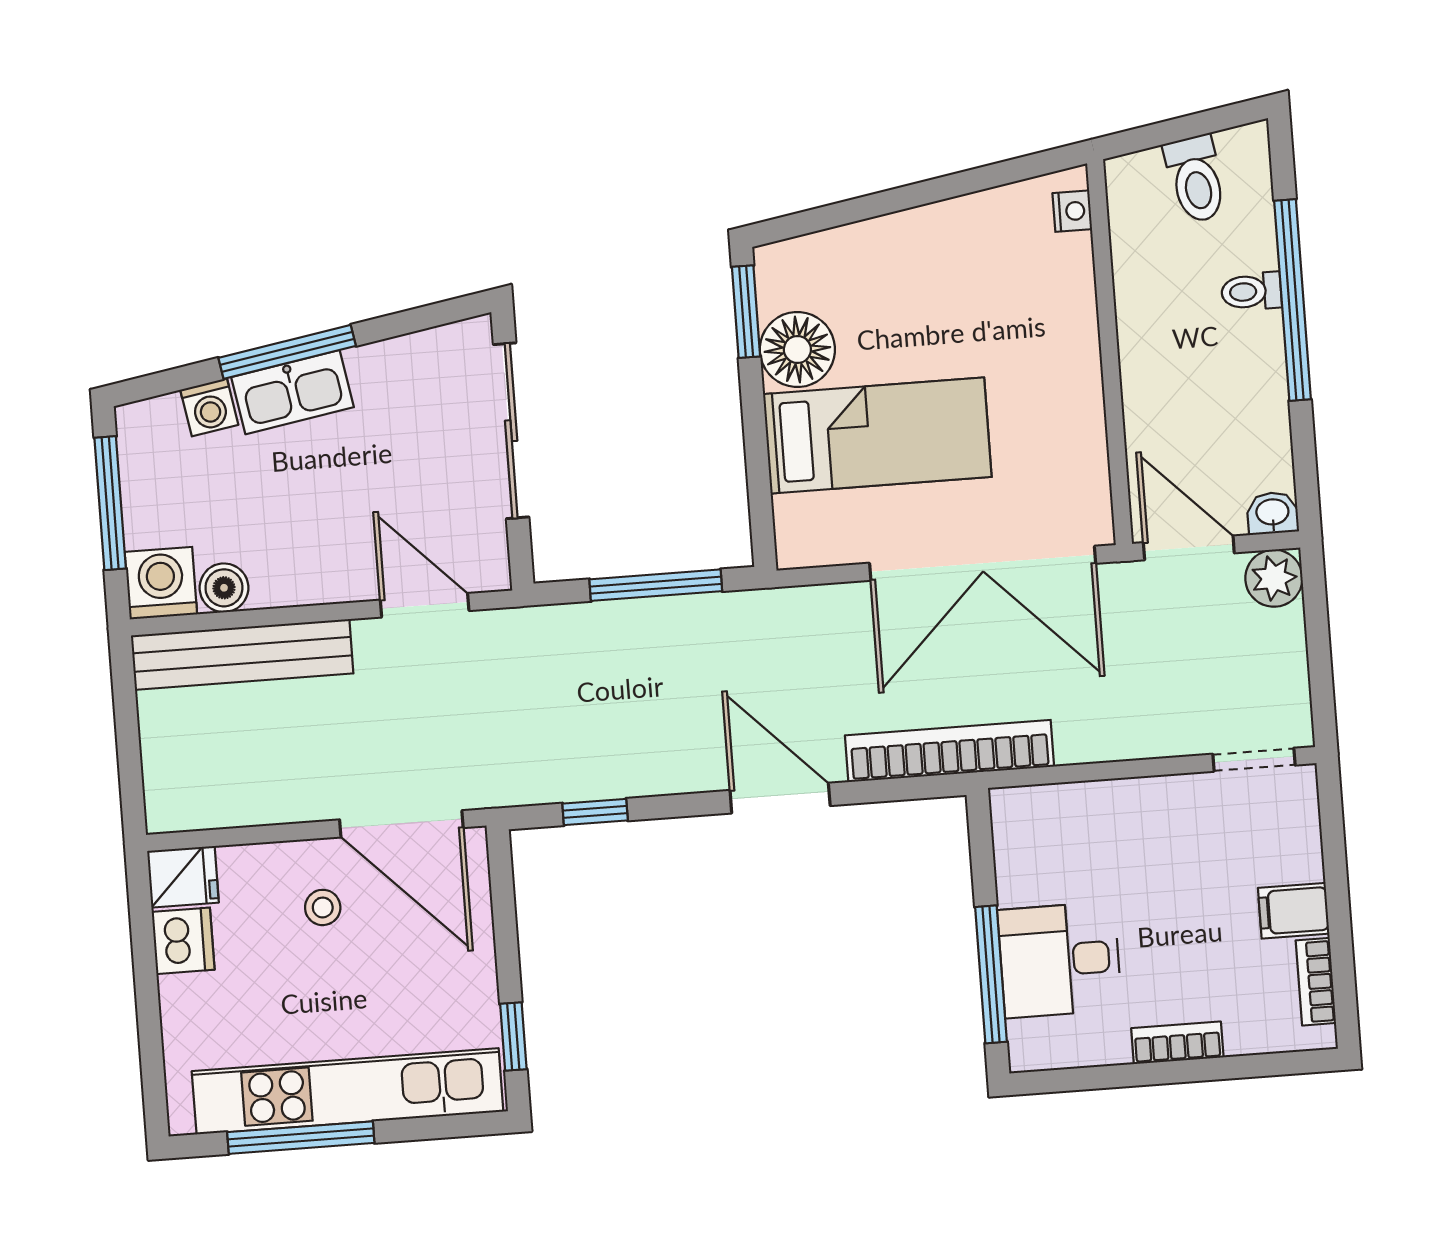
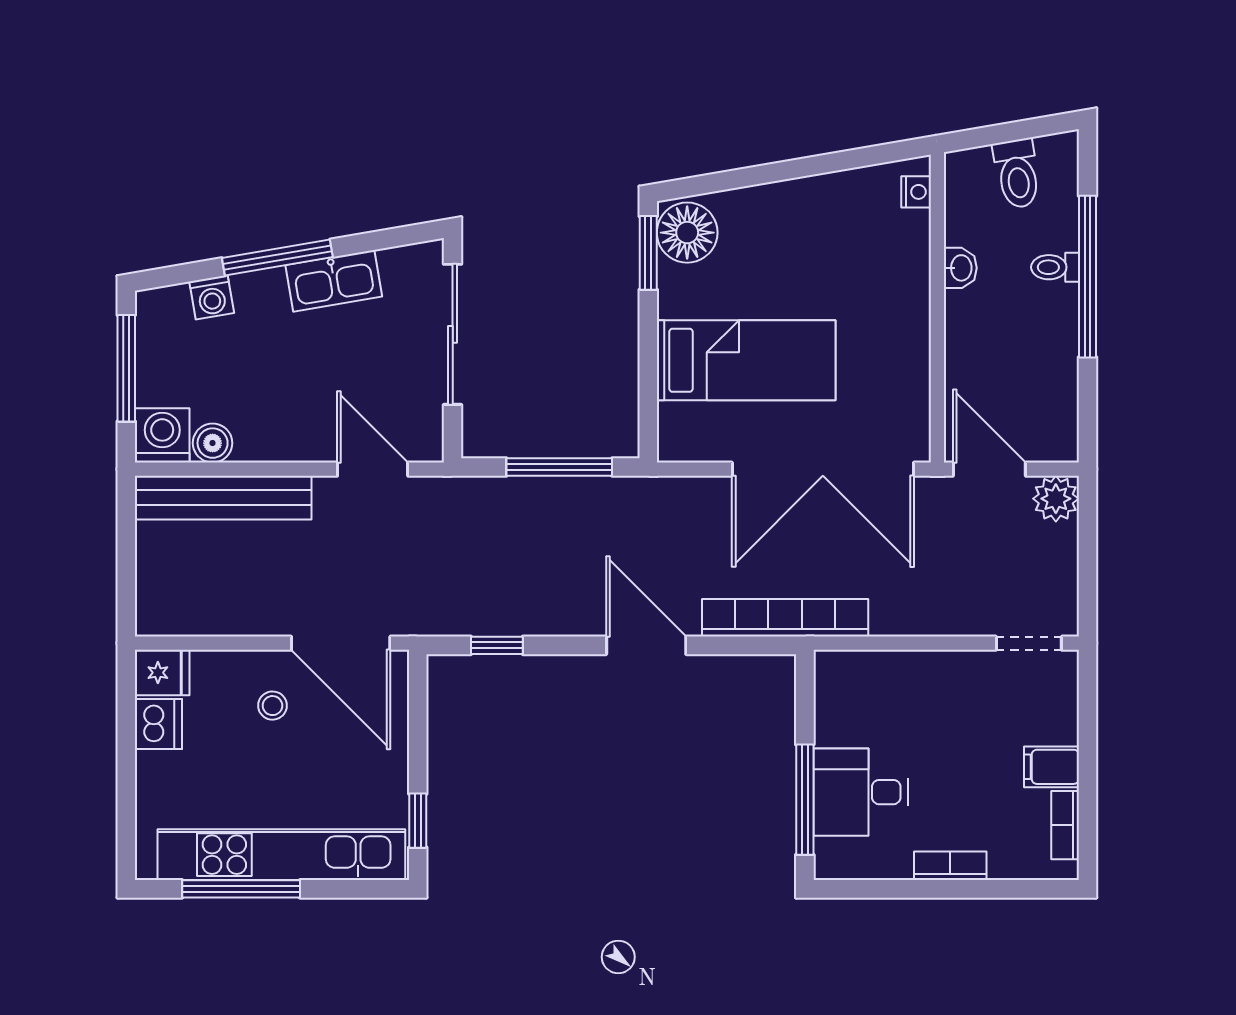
floor lamp: (797, 349) -> (687, 233), moved
kitchen sink: (292, 392) -> (334, 281), moved
washbasin: (1273, 513) -> (960, 268), moved, turned 90

